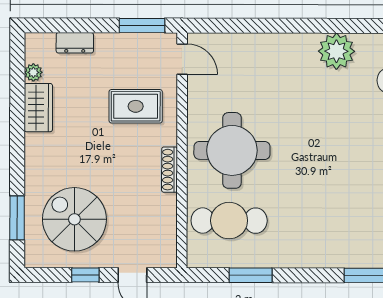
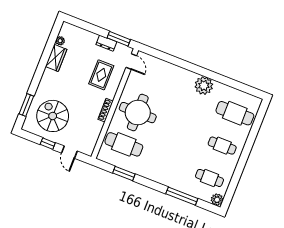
dresser: (75, 43) -> (106, 43), moved
rug: (136, 106) -> (101, 75), turned 90

